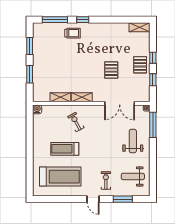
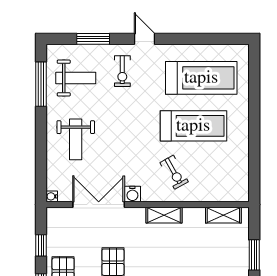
shelving: (60, 97) -> (223, 215), moved
water cooler: (37, 109) -> (132, 194), moved
window: (153, 125) -> (41, 84), moved
treadmill: (65, 149) -> (193, 126), width x1.37, depth x1.38
treadmill: (60, 177) -> (201, 78), turned 180

